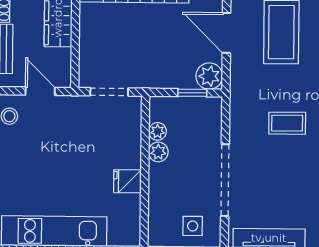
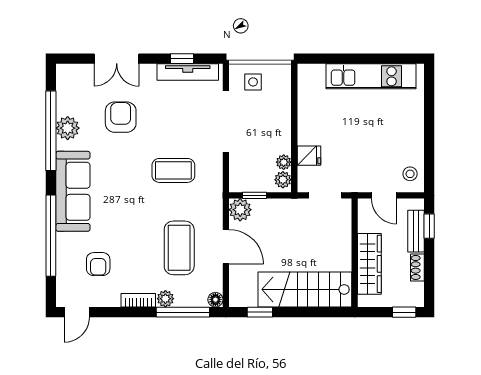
coffee table: (287, 123) -> (173, 170), width x1.36, depth x1.30
plant: (158, 152) -> (283, 180), moved
fridge: (127, 181) -> (309, 156), moved

